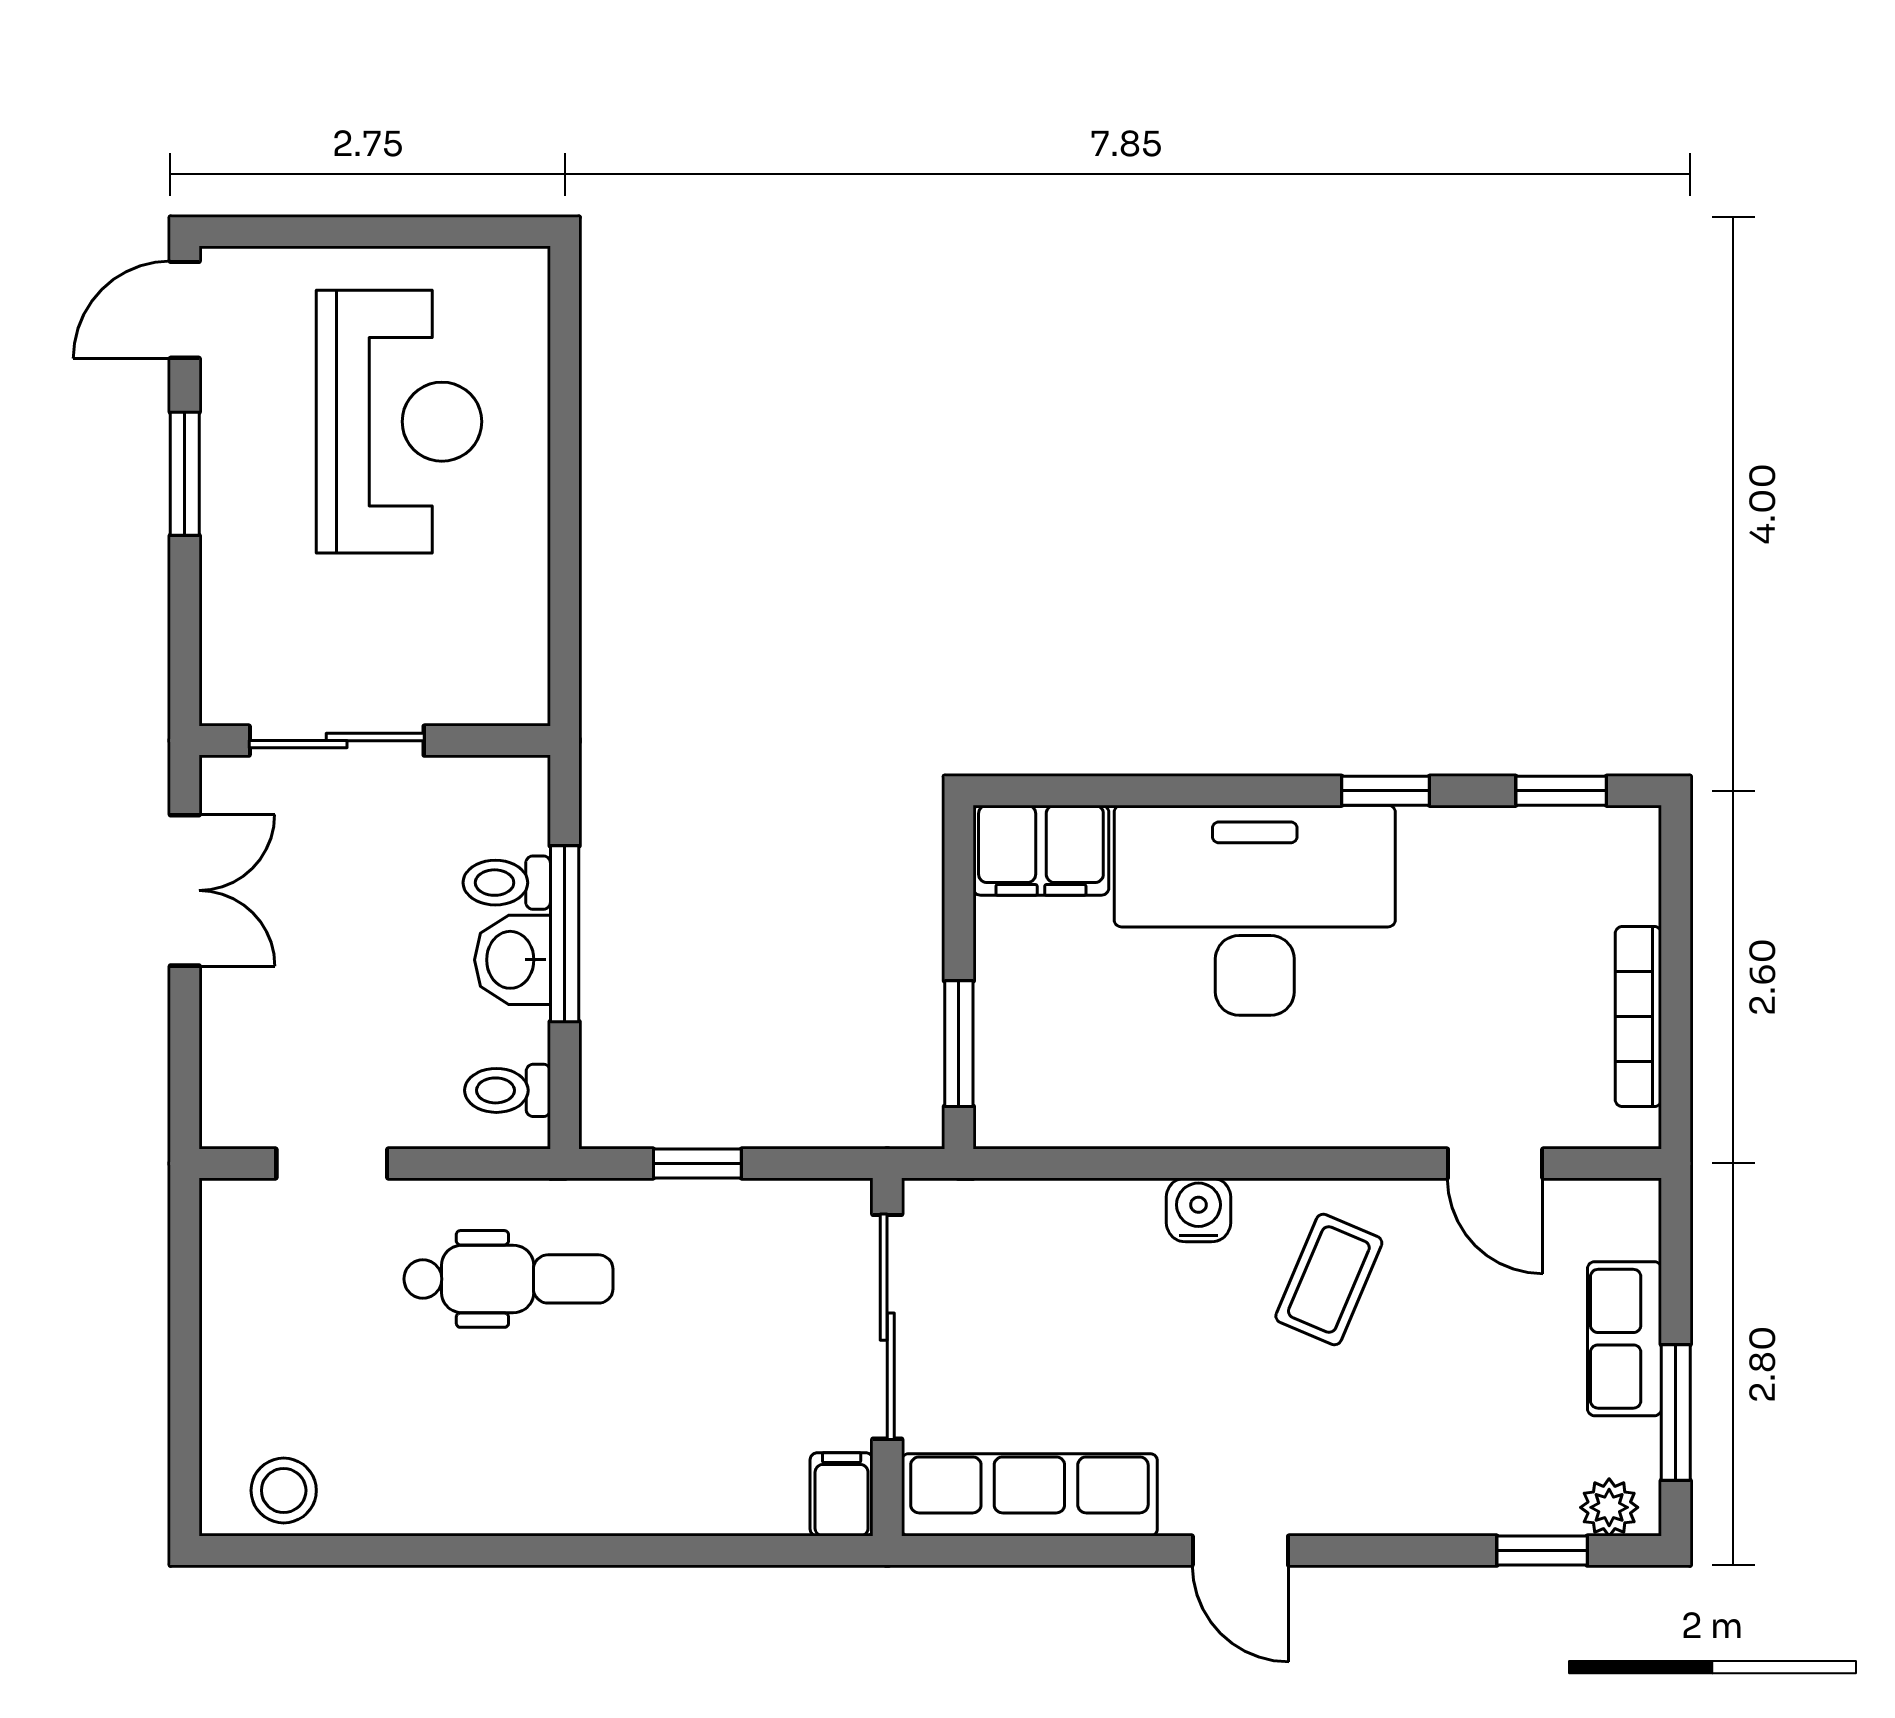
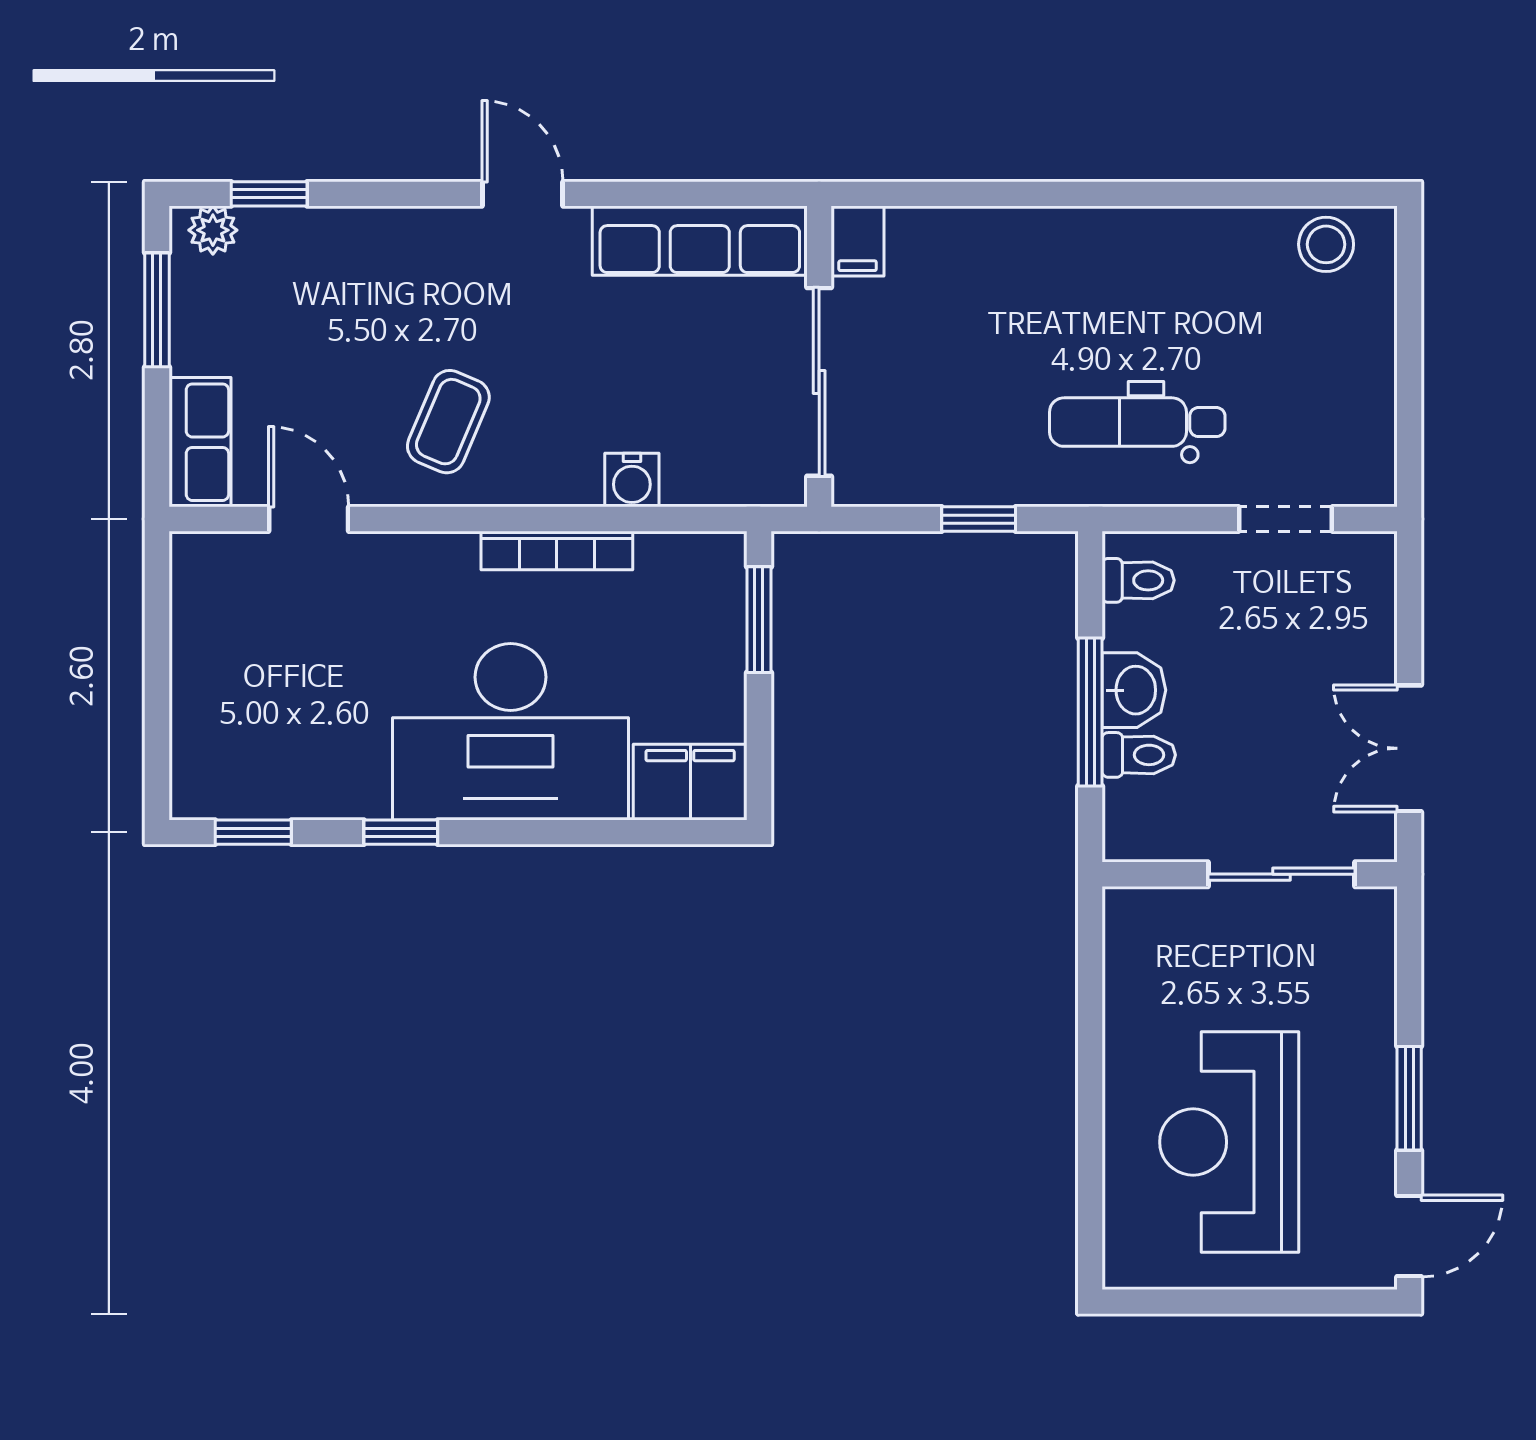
bookcase: (1638, 1017) -> (557, 550), moved, turned 90
water cooler: (1198, 1210) -> (632, 480), moved
row of seats: (1625, 1339) -> (200, 442), moved

